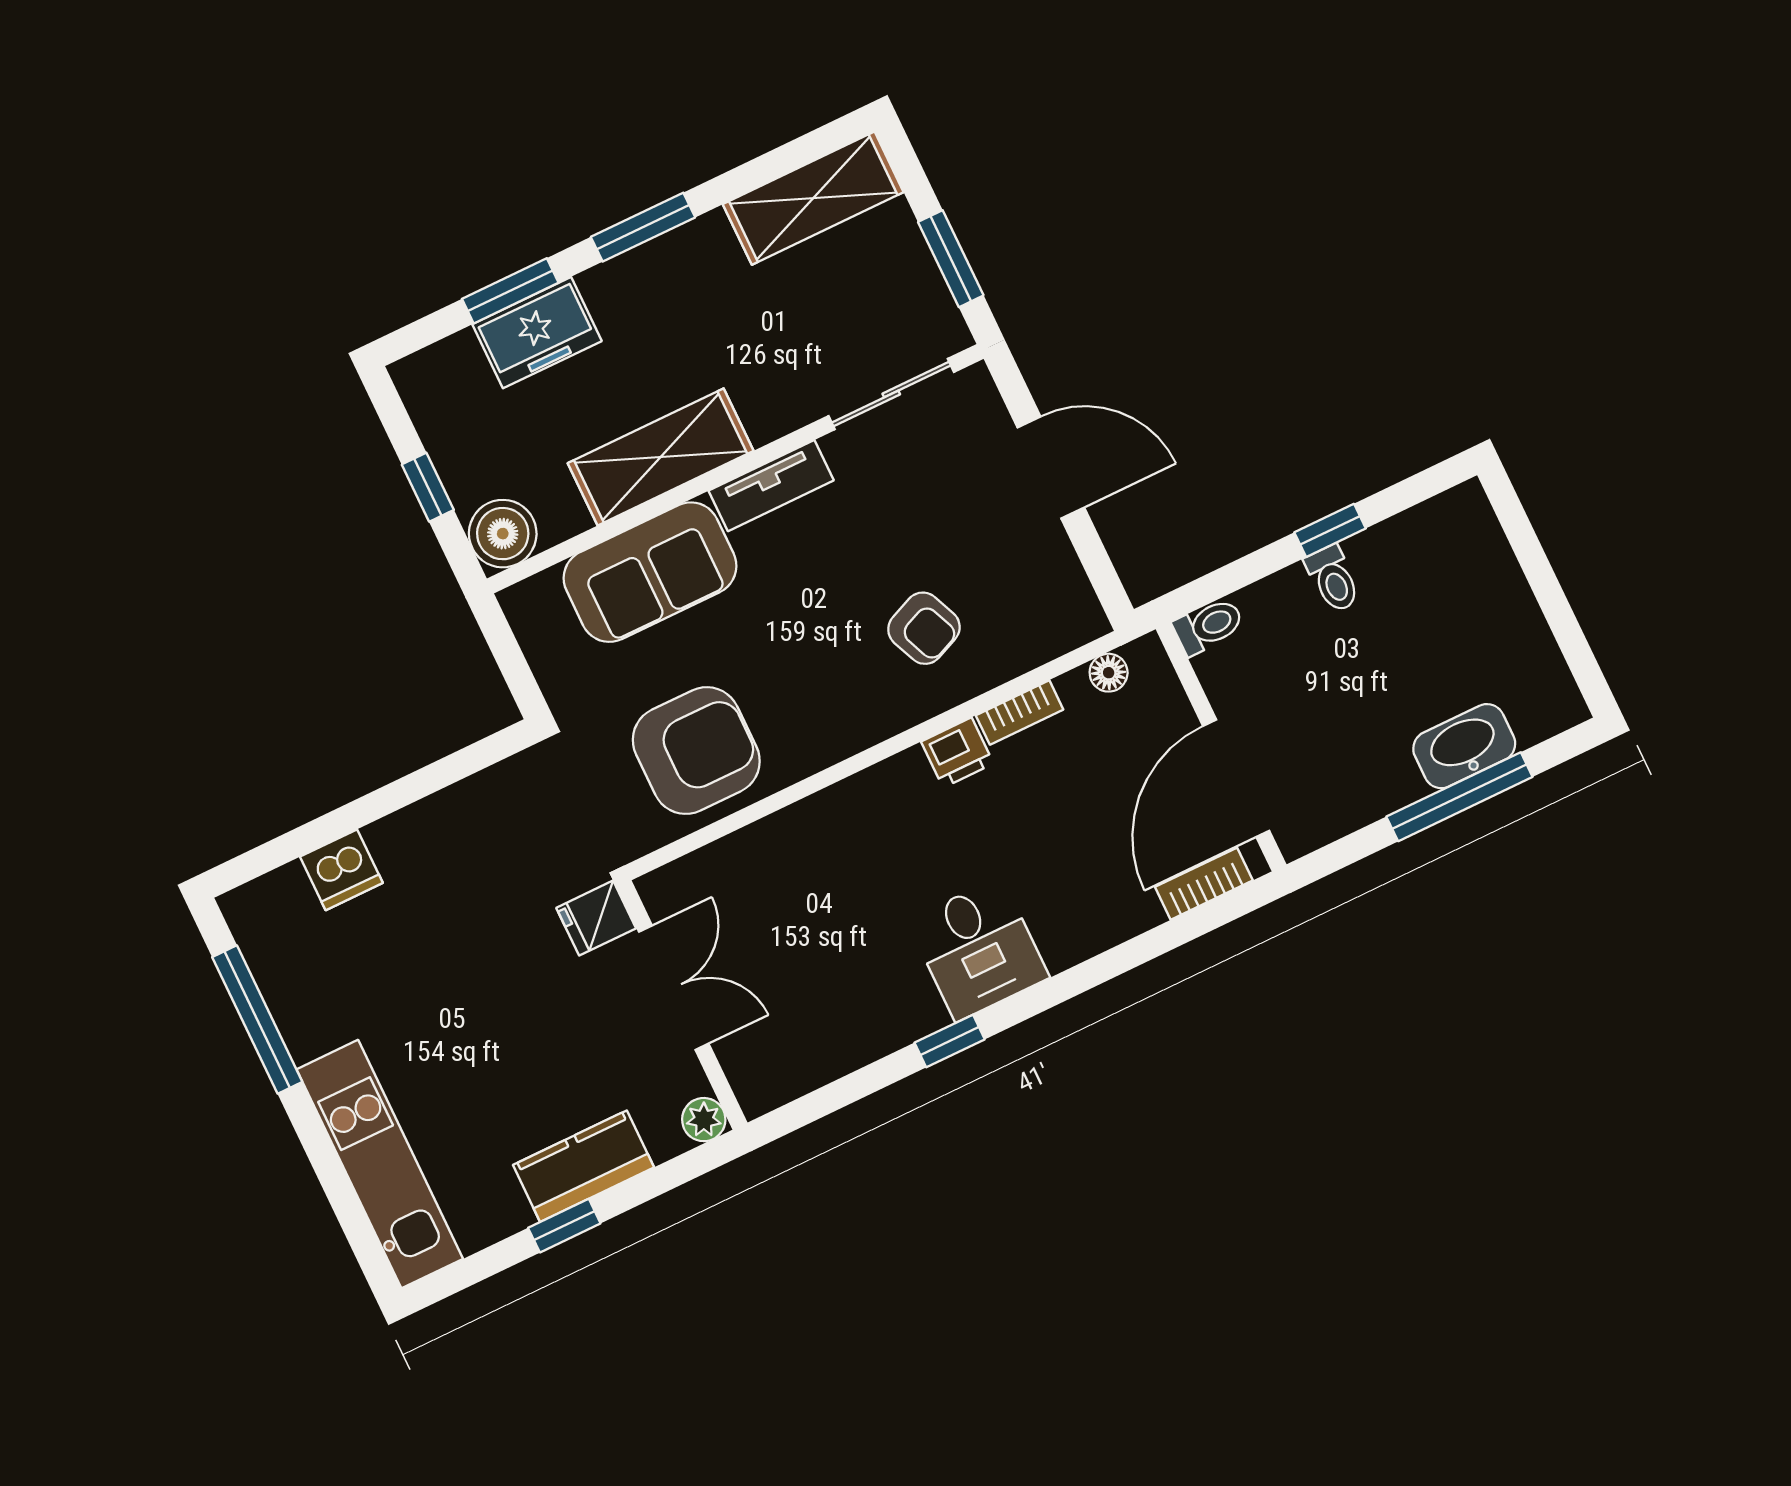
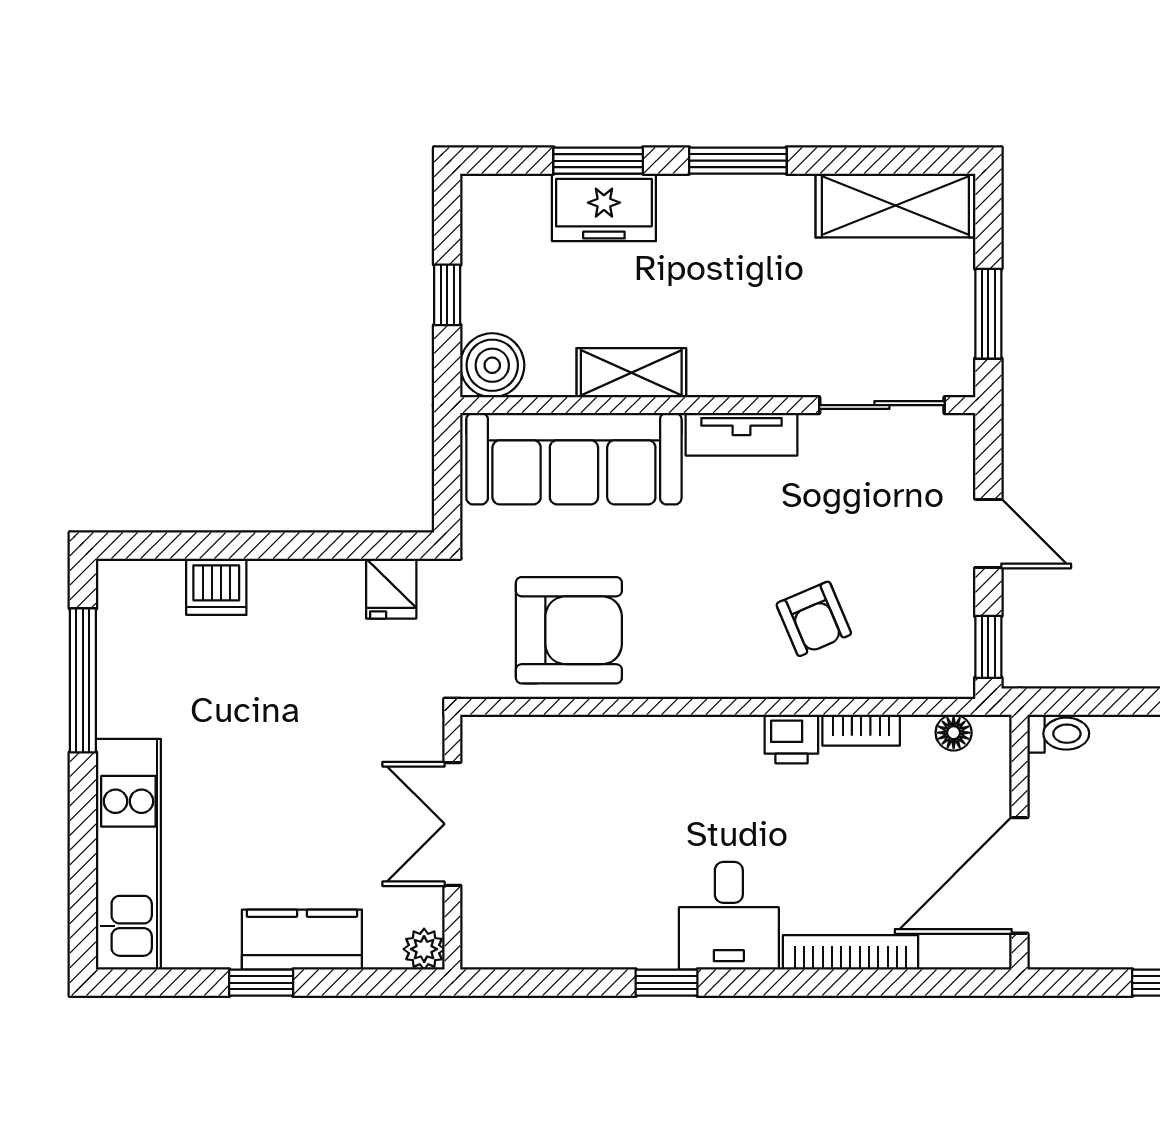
shelving: (661, 457) -> (631, 373), width x0.67, depth x0.75
door: (1051, 468) -> (988, 533), width x0.73
sofa: (650, 572) -> (574, 459), width x1.36
window: (1103, 575) -> (988, 647), added
bookcase: (1204, 884) -> (850, 952), moved, width x1.56
fridge: (596, 918) -> (391, 589), moved, turned -90
double door: (674, 988) -> (452, 824), swing flipped

